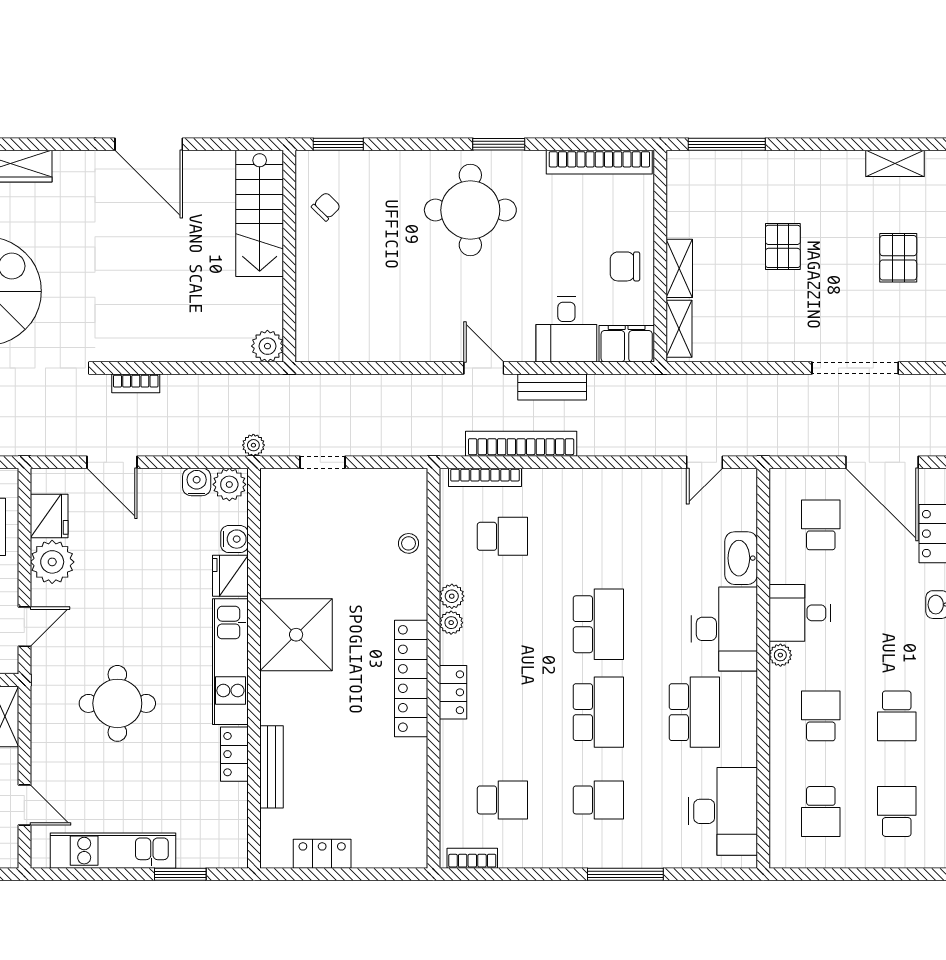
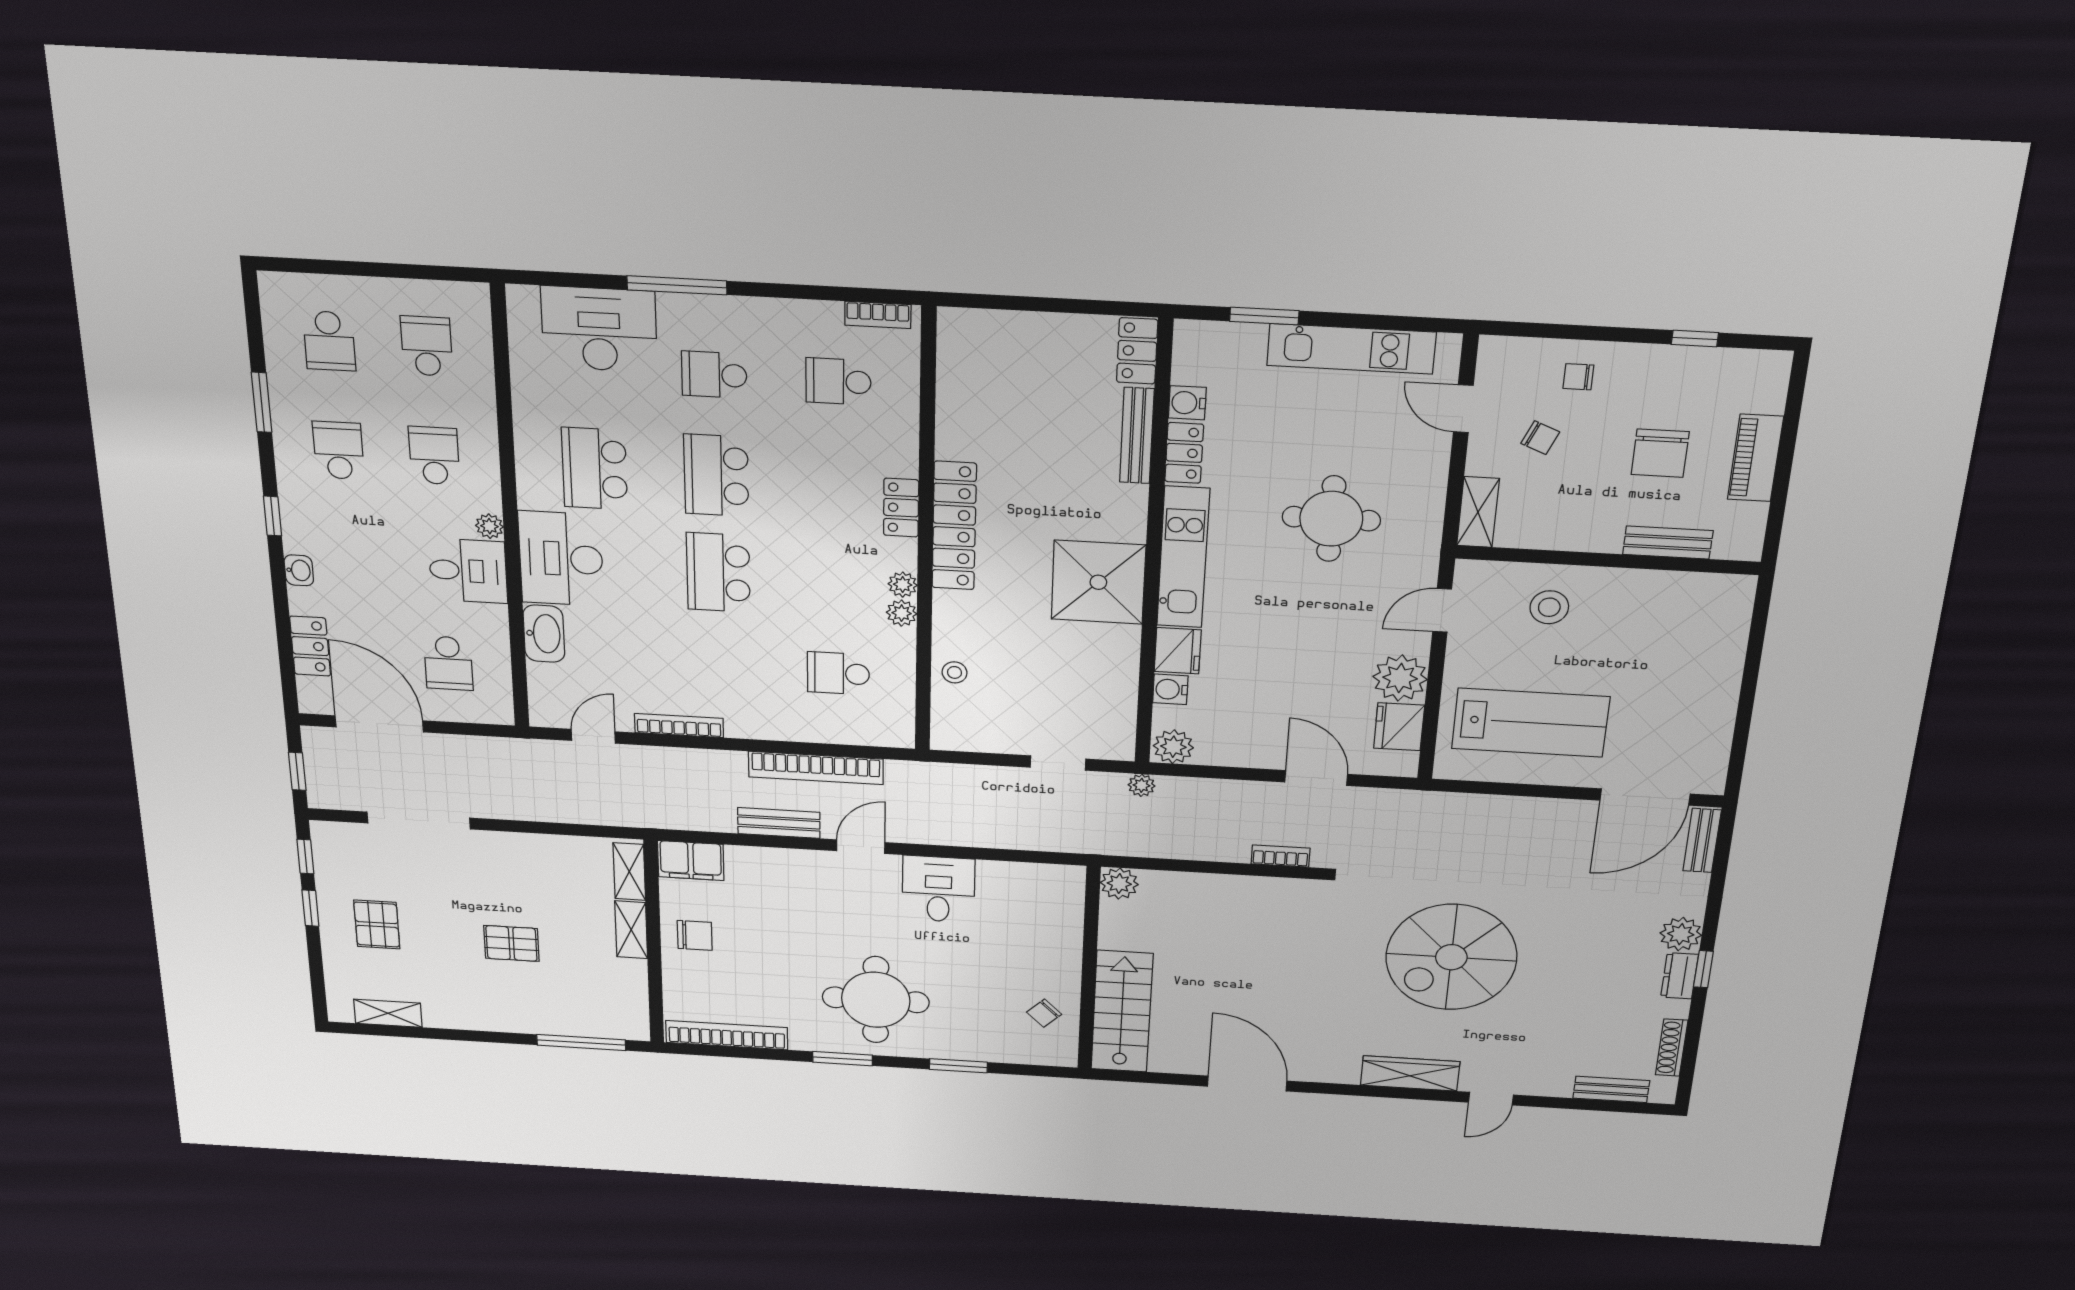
window: (338, 144) -> (958, 1066), moved
pallet: (783, 246) -> (511, 943), turned 90
desk: (566, 329) -> (938, 889), moved
door: (484, 368) -> (861, 847), swing flipped
bookcase: (485, 477) -> (679, 726), moved
water cooler: (197, 482) -> (1187, 403), moved, turned 90
school desk: (821, 716) -> (434, 456), turned 180
desk: (723, 811) -> (599, 329), moved, turned 90
locker: (322, 854) -> (1137, 351), moved, turned 90

